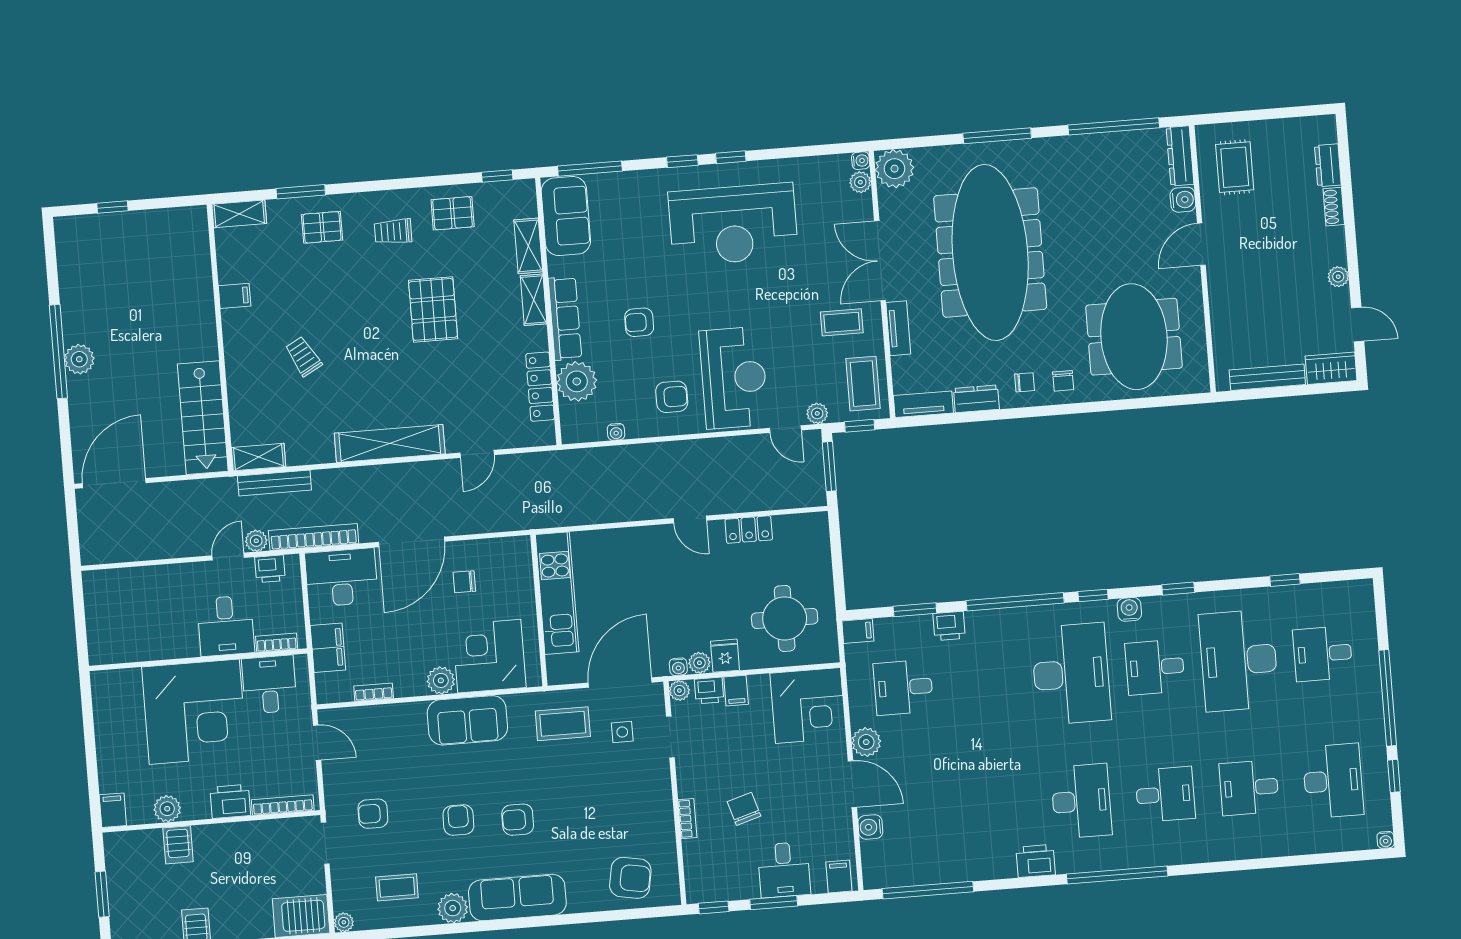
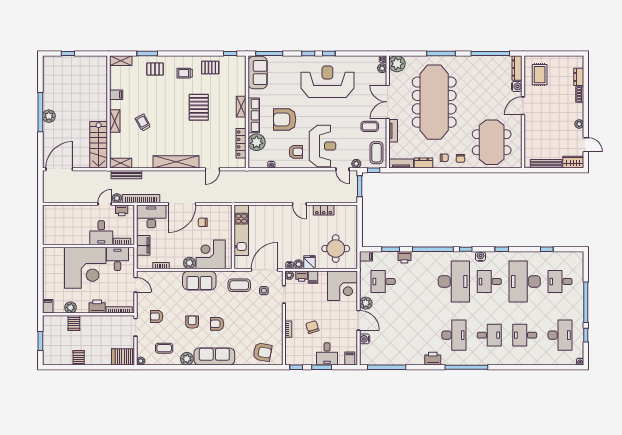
reception desk: (733, 224) -> (327, 82), turned 180
shelving: (528, 246) -> (115, 121), moved
armchair: (639, 322) -> (285, 120), width x1.88, depth x1.88

